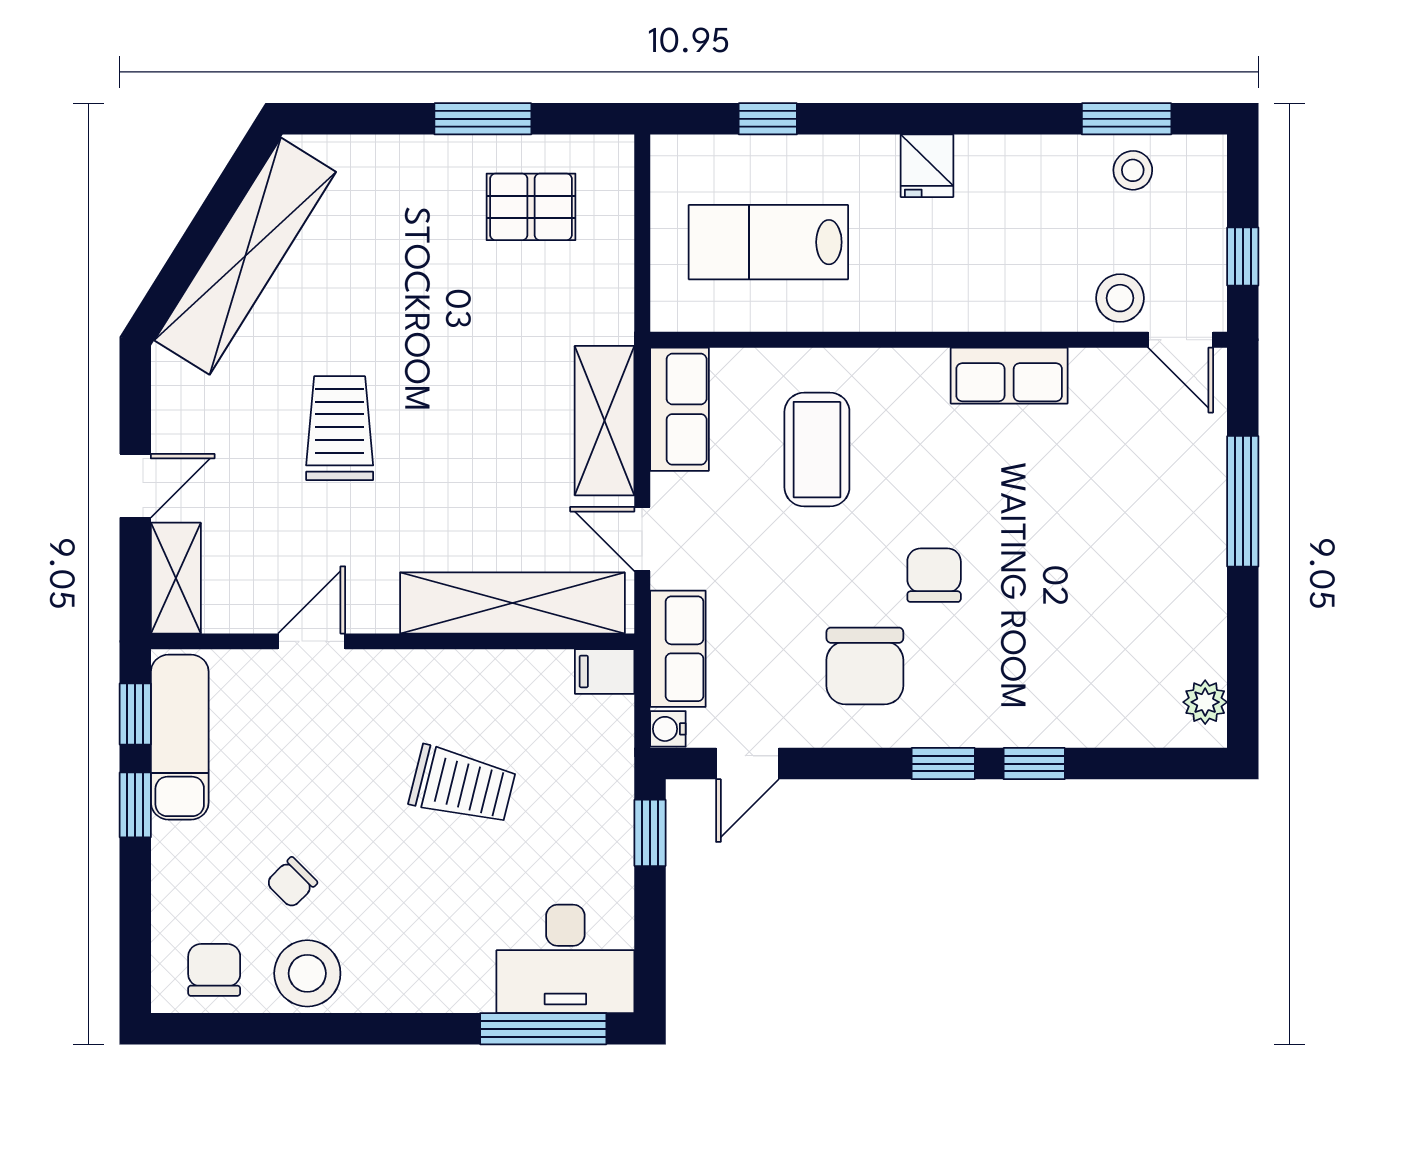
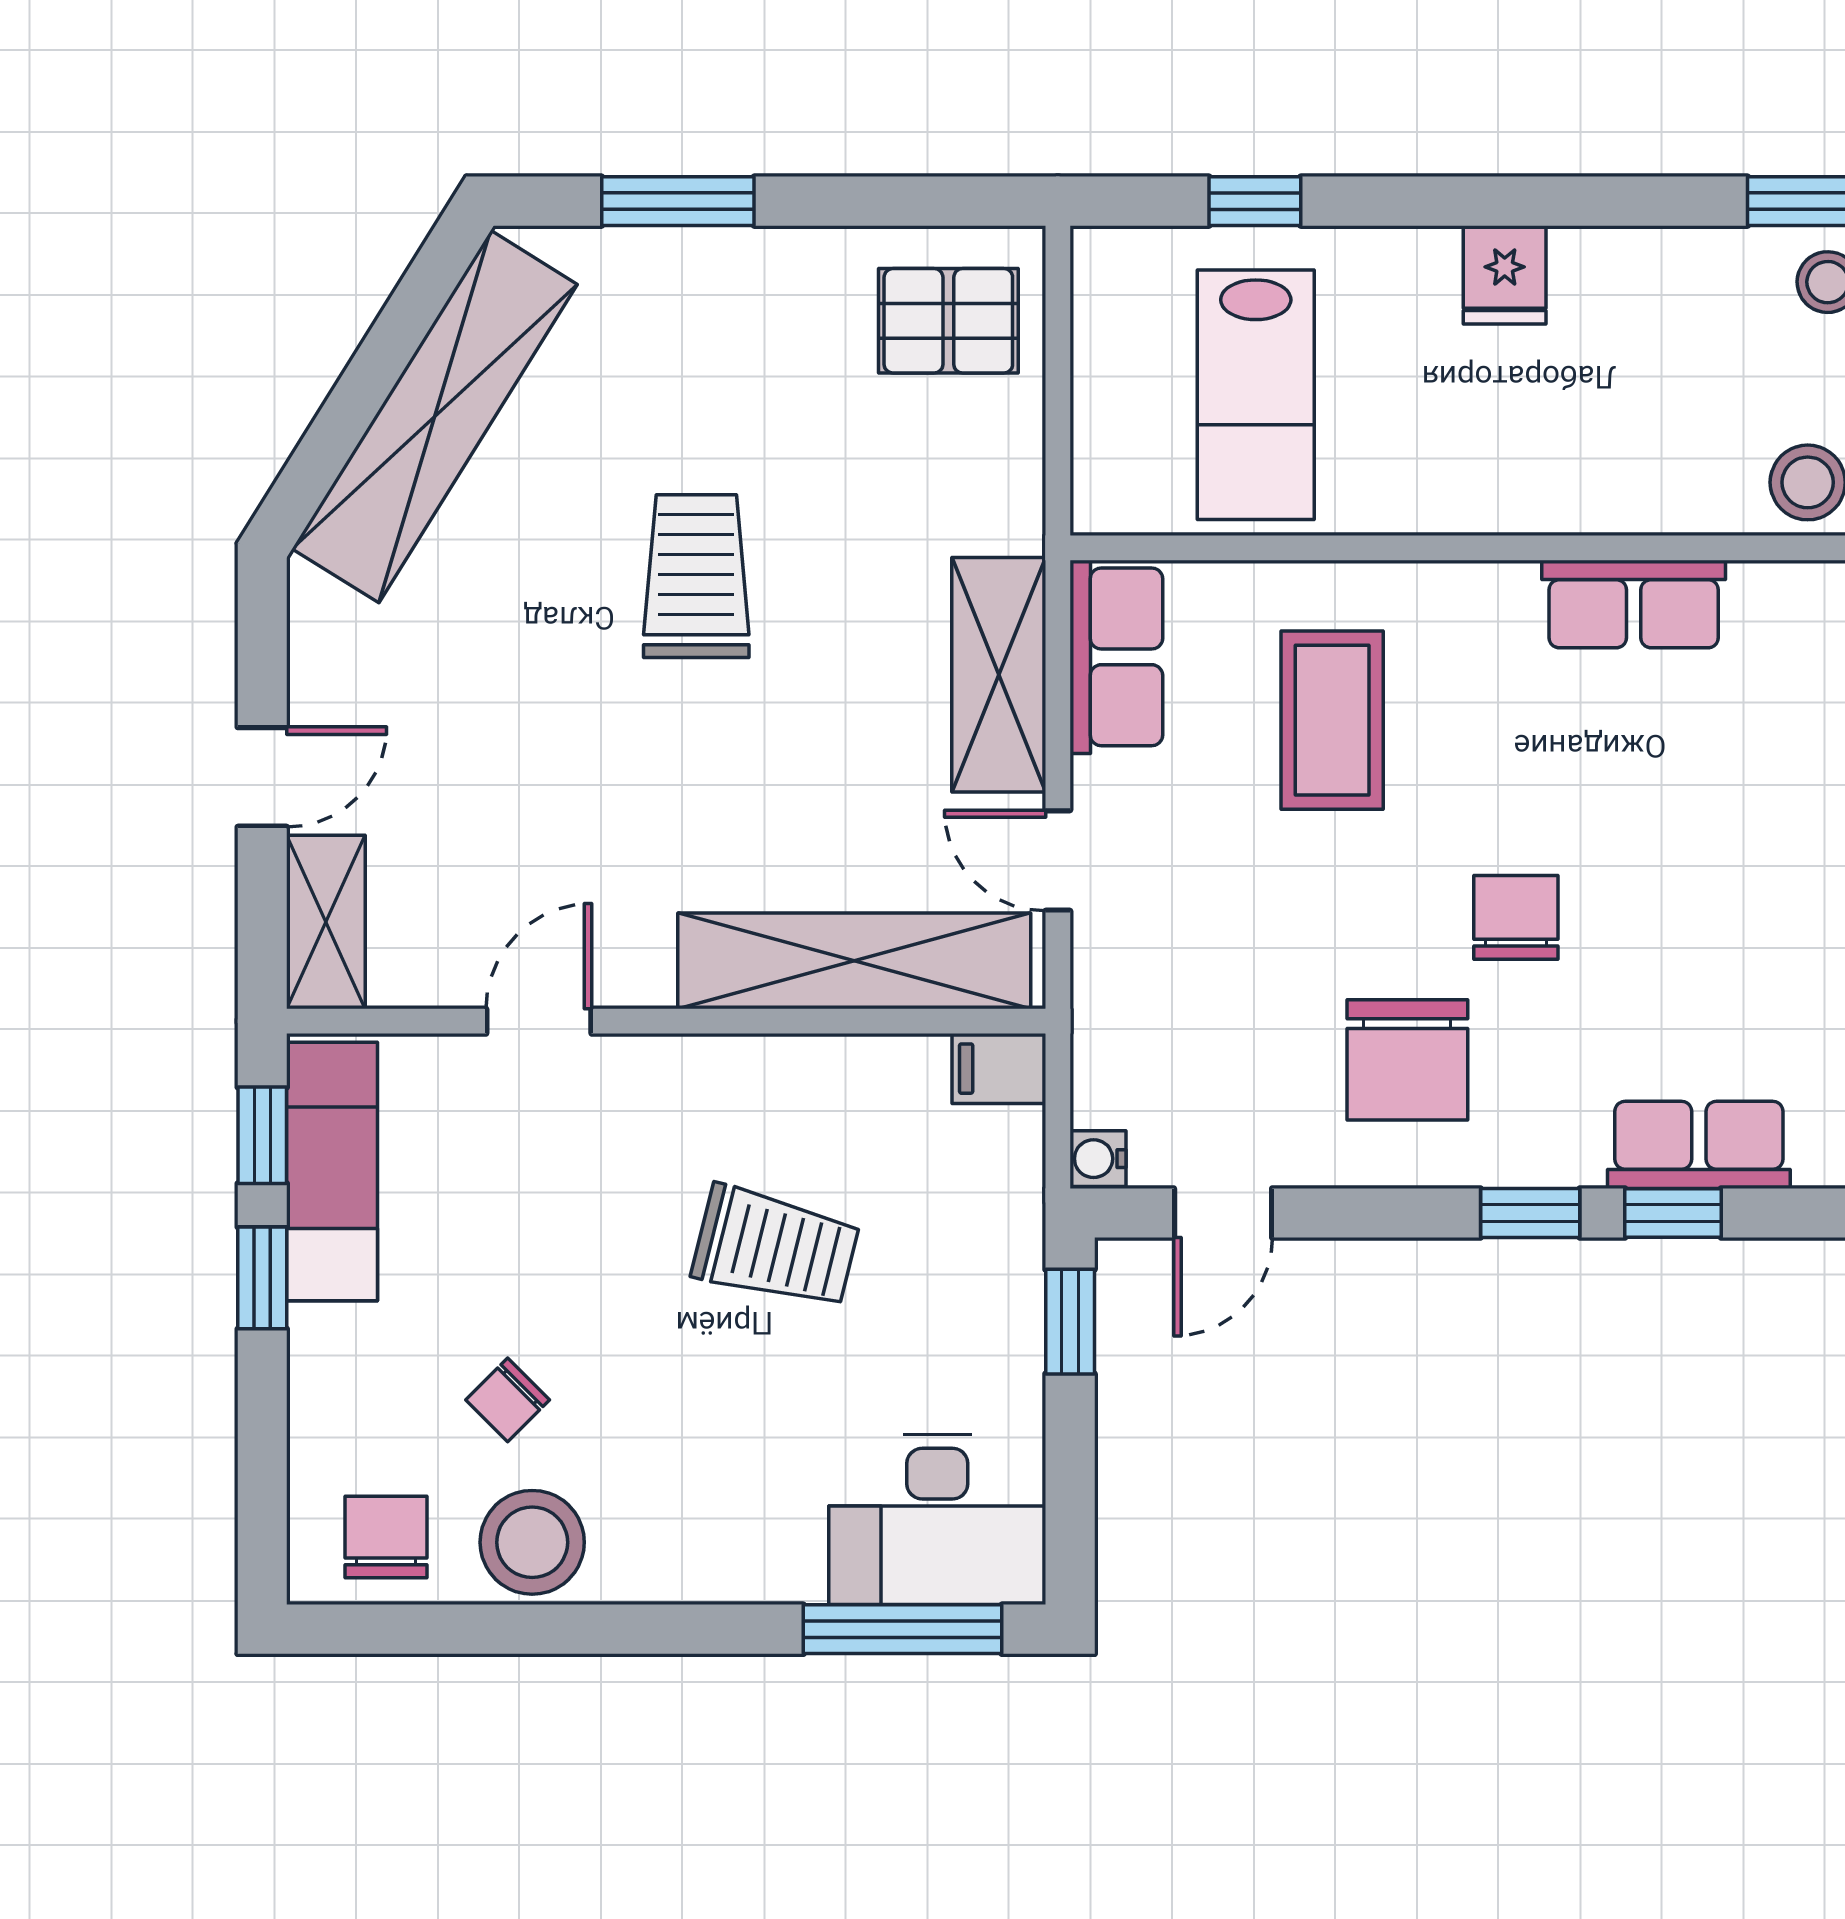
window: (483, 119) -> (678, 201), moved
pallet: (531, 207) -> (948, 321), moved
lab bench: (768, 242) -> (1256, 395), turned -90
trolley: (340, 428) -> (696, 576), moved
row of seats: (678, 649) -> (1699, 1145), moved, turned -90

